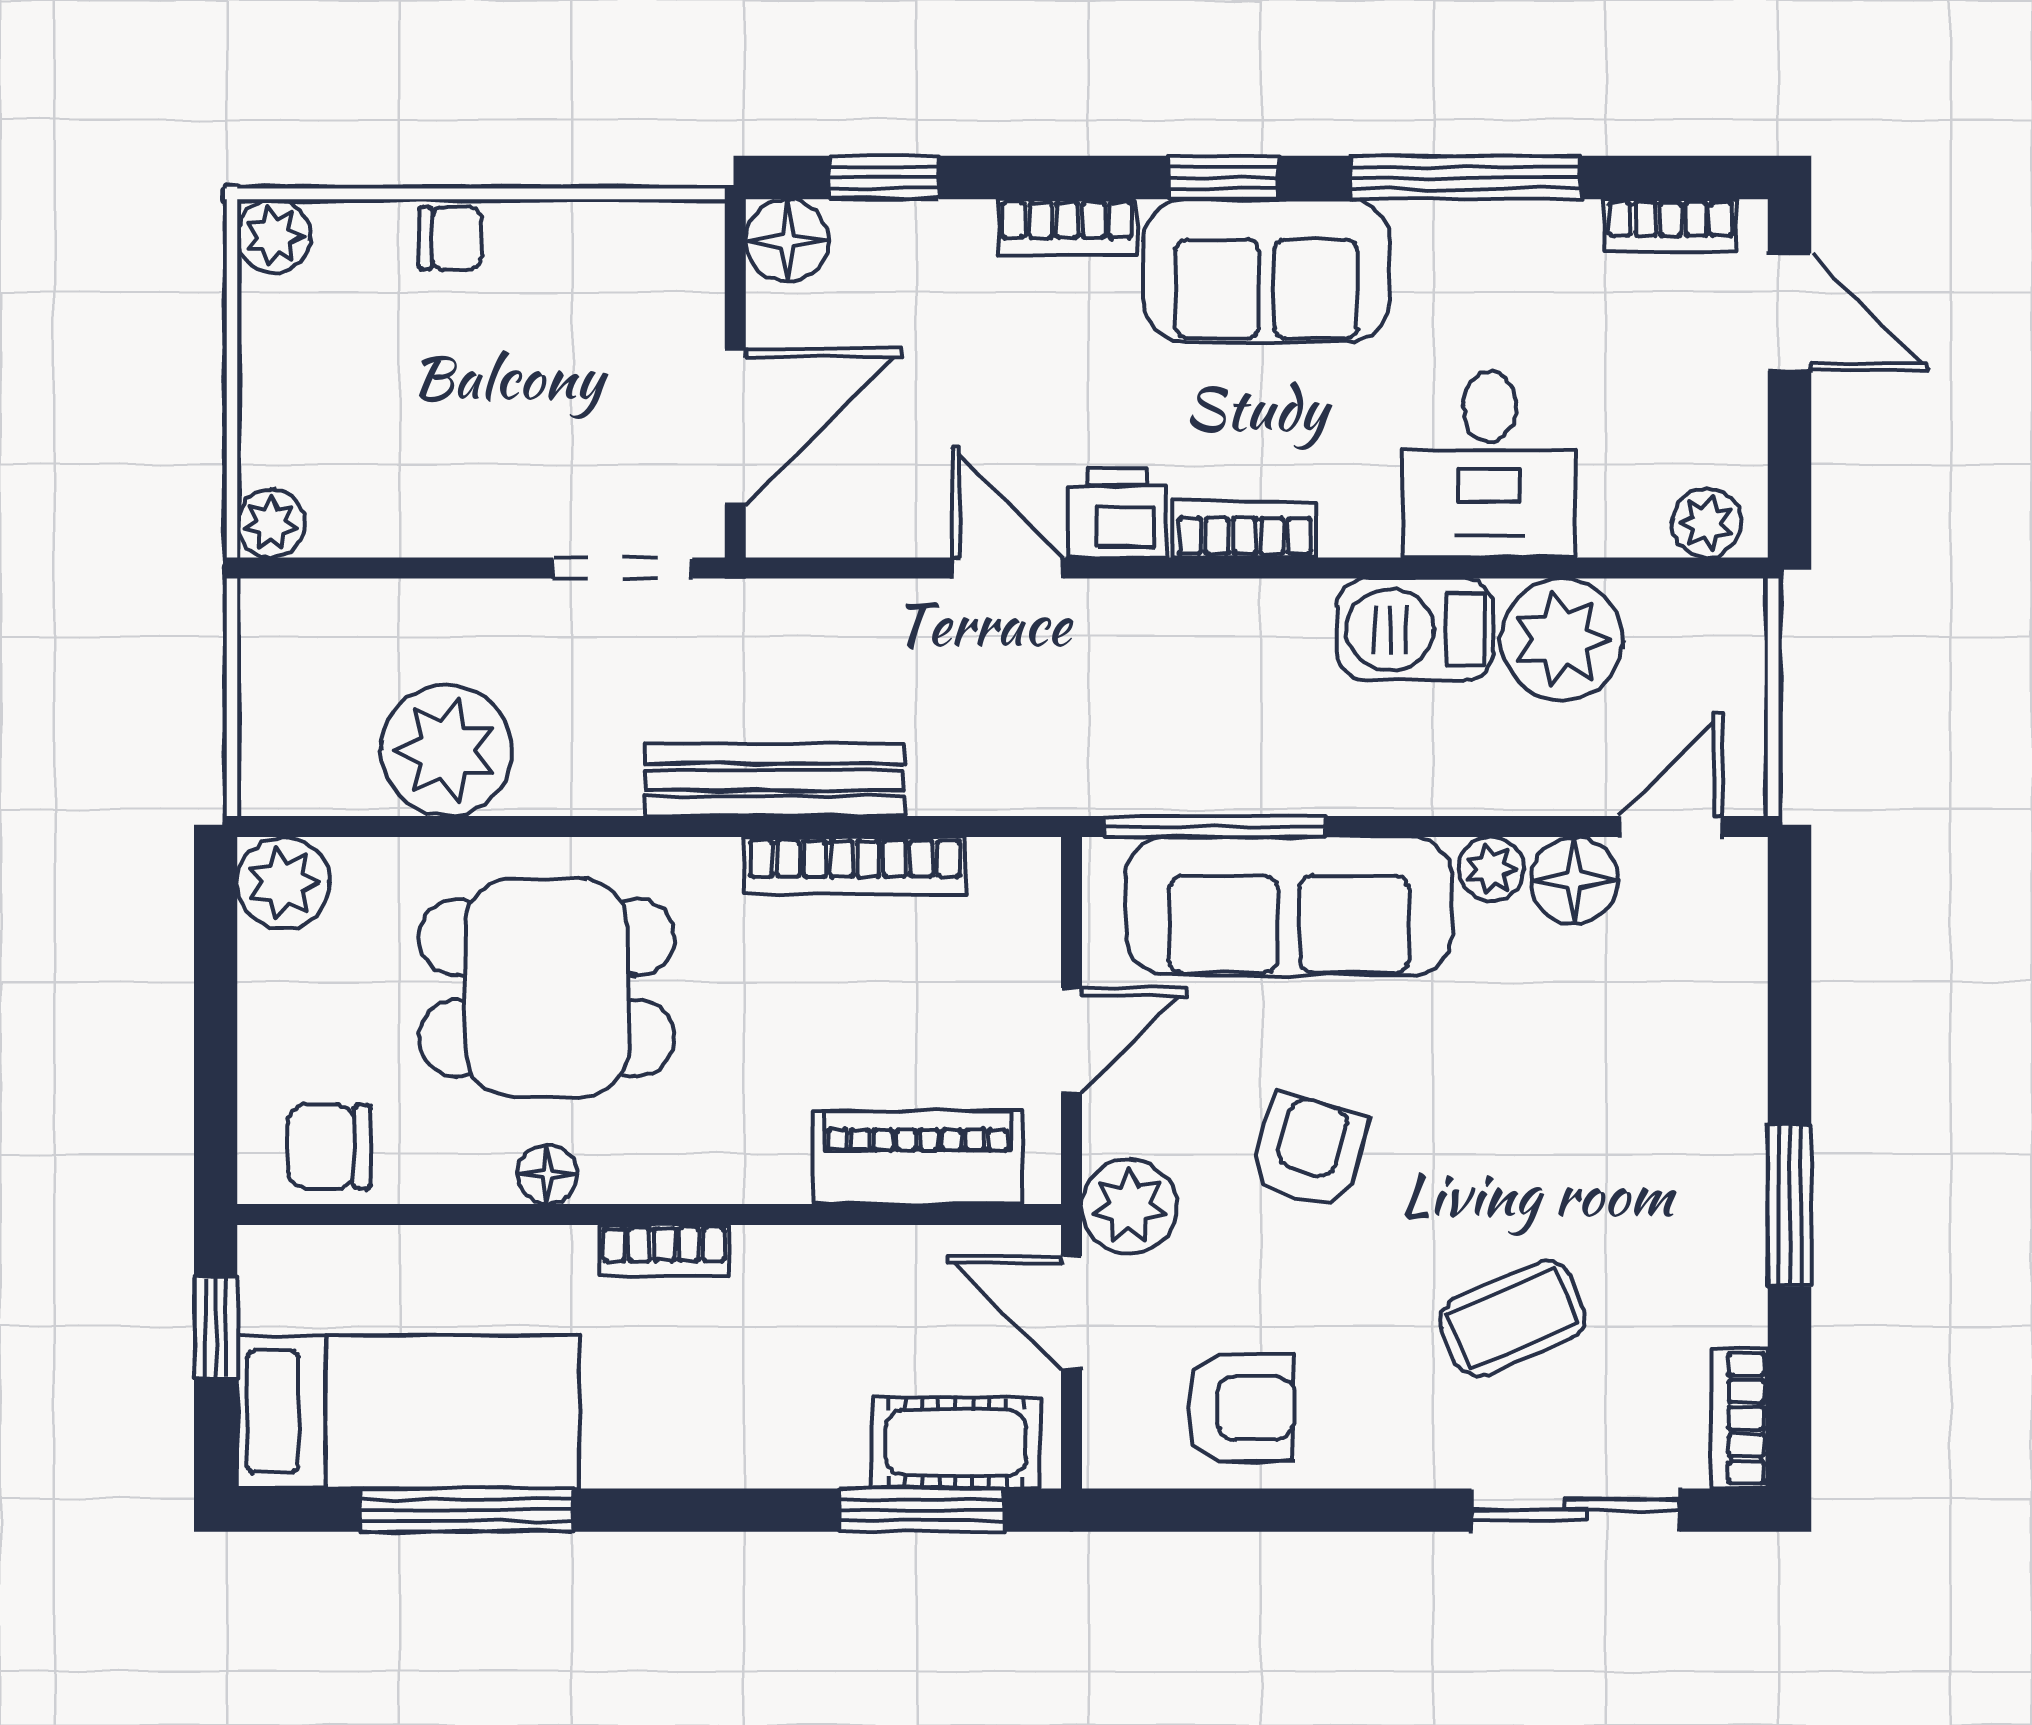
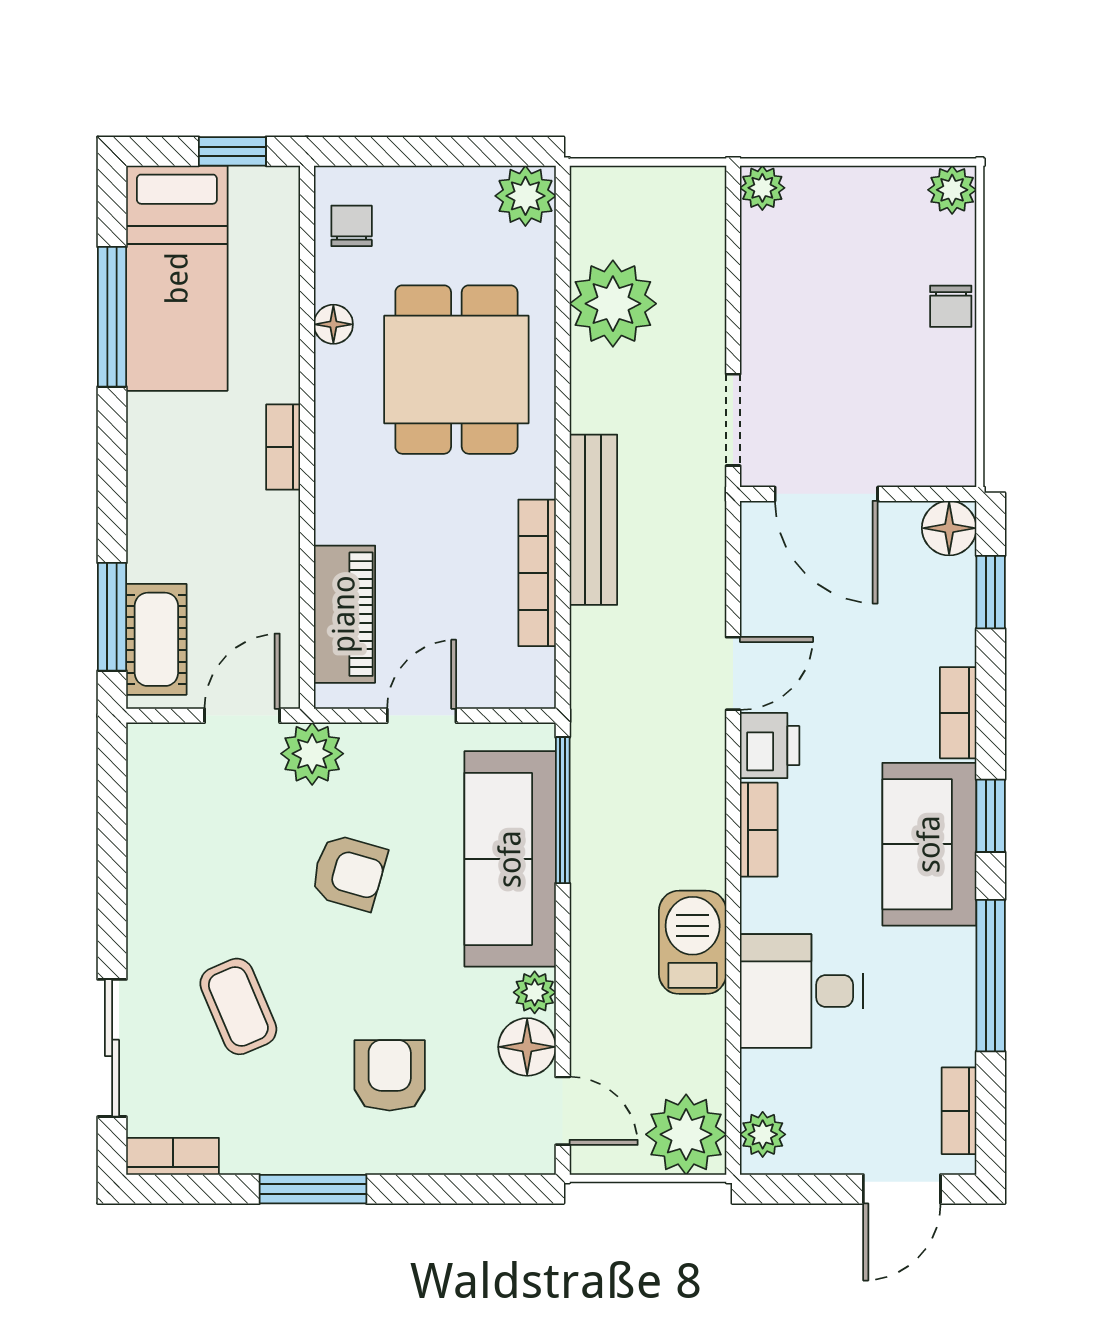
plant: (1562, 640) -> (686, 1134), moved
door: (1071, 1040) -> (422, 716), swing flipped
chair: (329, 1147) -> (352, 226), width x0.73, depth x0.73
floor lamp: (547, 1174) -> (333, 324), moved
armchair: (1240, 1408) -> (390, 1075), moved, turned 180

